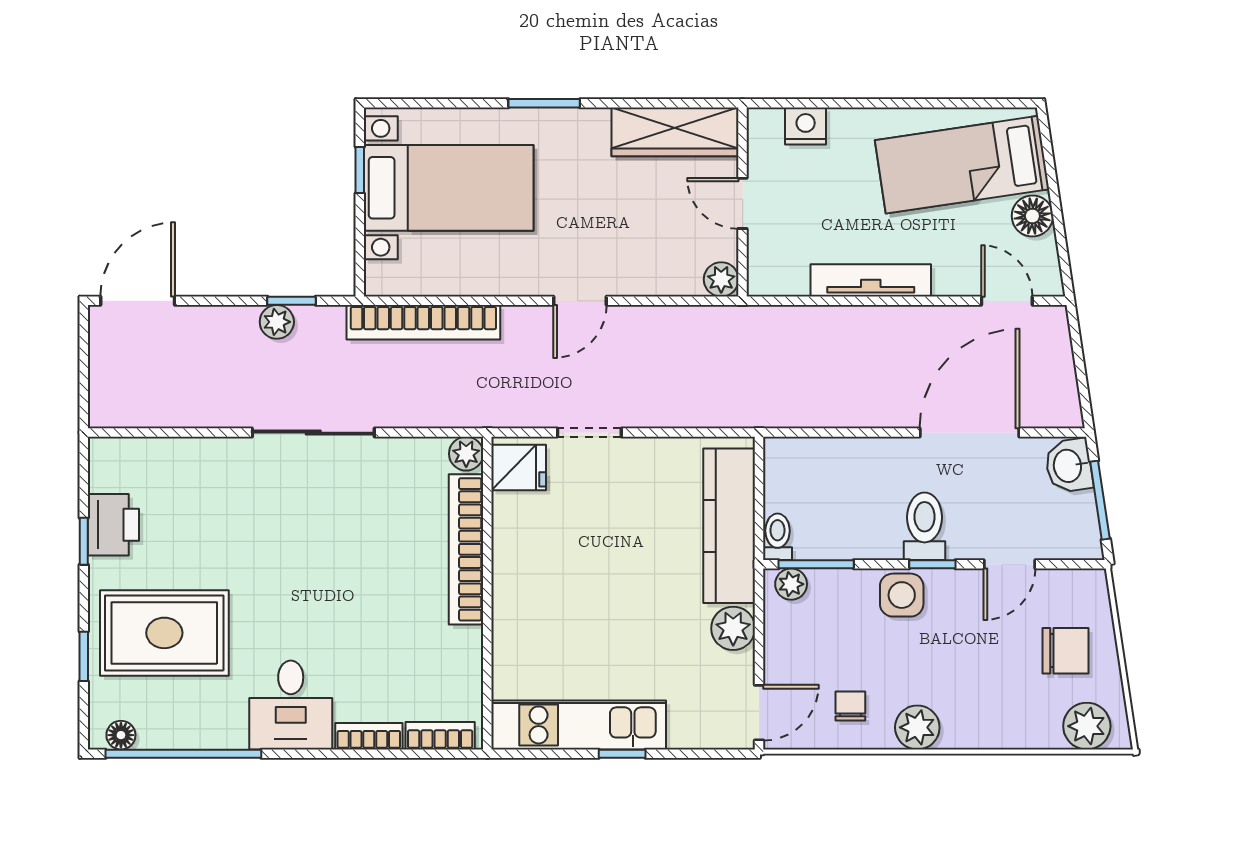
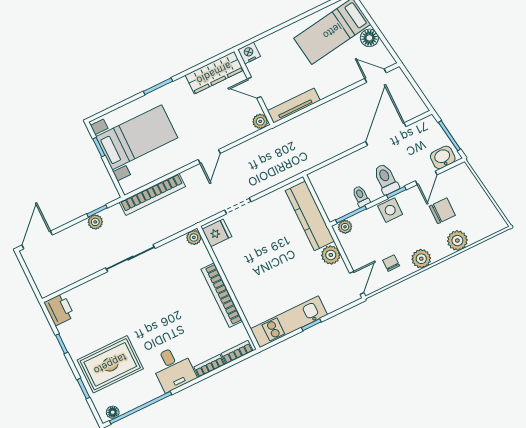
nightstand: (806, 126) -> (249, 53), moved
tv unit: (871, 280) -> (294, 106), moved
washbasin: (1069, 466) -> (443, 157), moved, turned 99
printer: (113, 525) -> (59, 309), moved
toilet: (778, 537) -> (361, 196), moved
bookcase: (466, 549) -> (222, 295), moved
chair: (1066, 651) -> (442, 211), moved
plant: (1087, 726) -> (457, 241), moved

